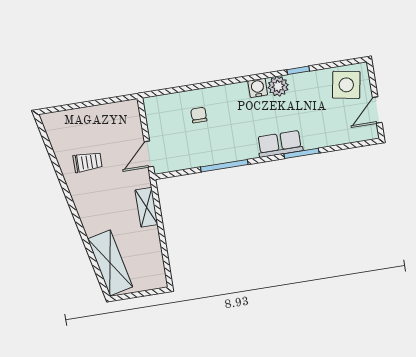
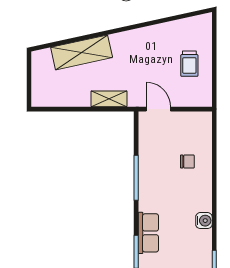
plant: (278, 86) -> (202, 240), removed
trolley: (88, 162) -> (189, 64), moved
shelving: (110, 263) -> (82, 52), moved

